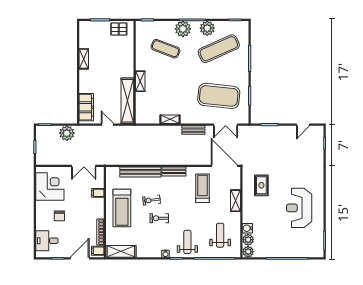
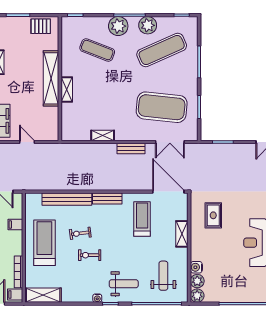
shelving: (127, 101) -> (51, 78), moved
treadmill: (122, 208) -> (44, 243), turned 180
weight bench: (187, 242) -> (124, 284), turned 90

